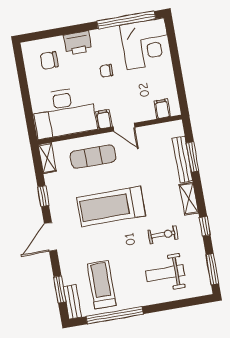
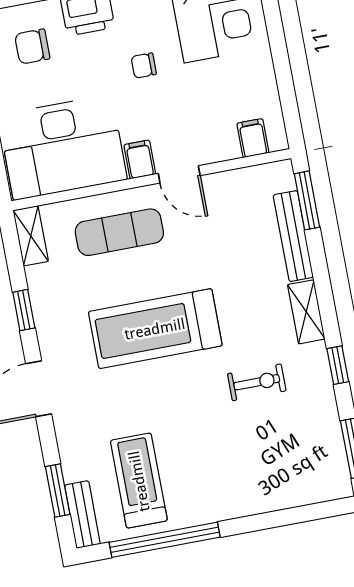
window: (193, 157) -> (307, 200), moved
weight bench: (165, 273) -> (262, 457), removed

